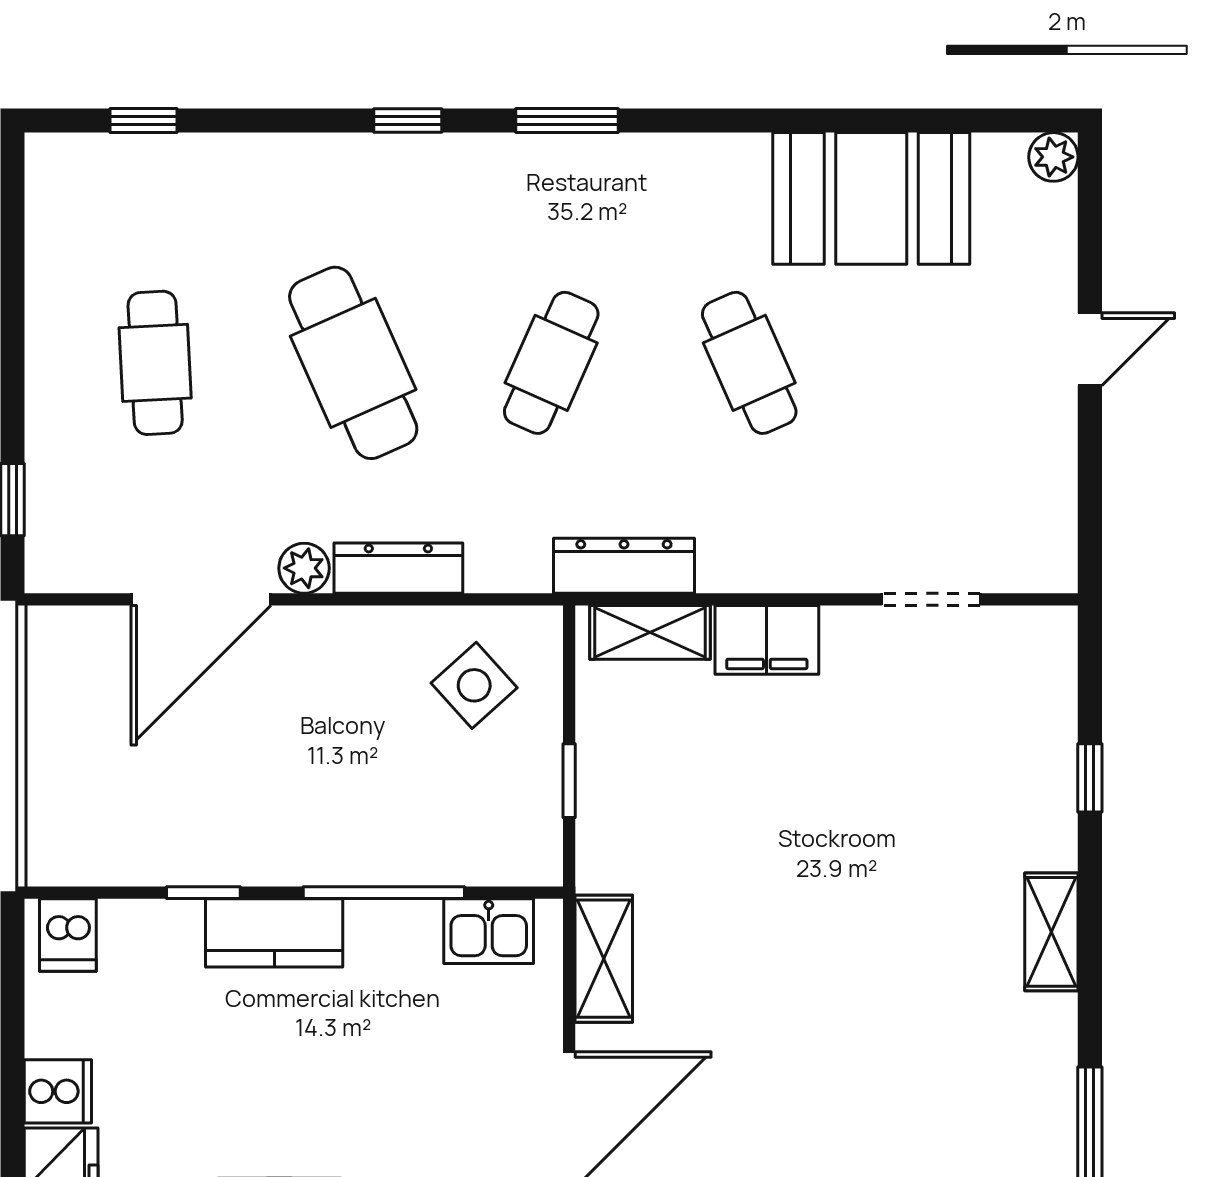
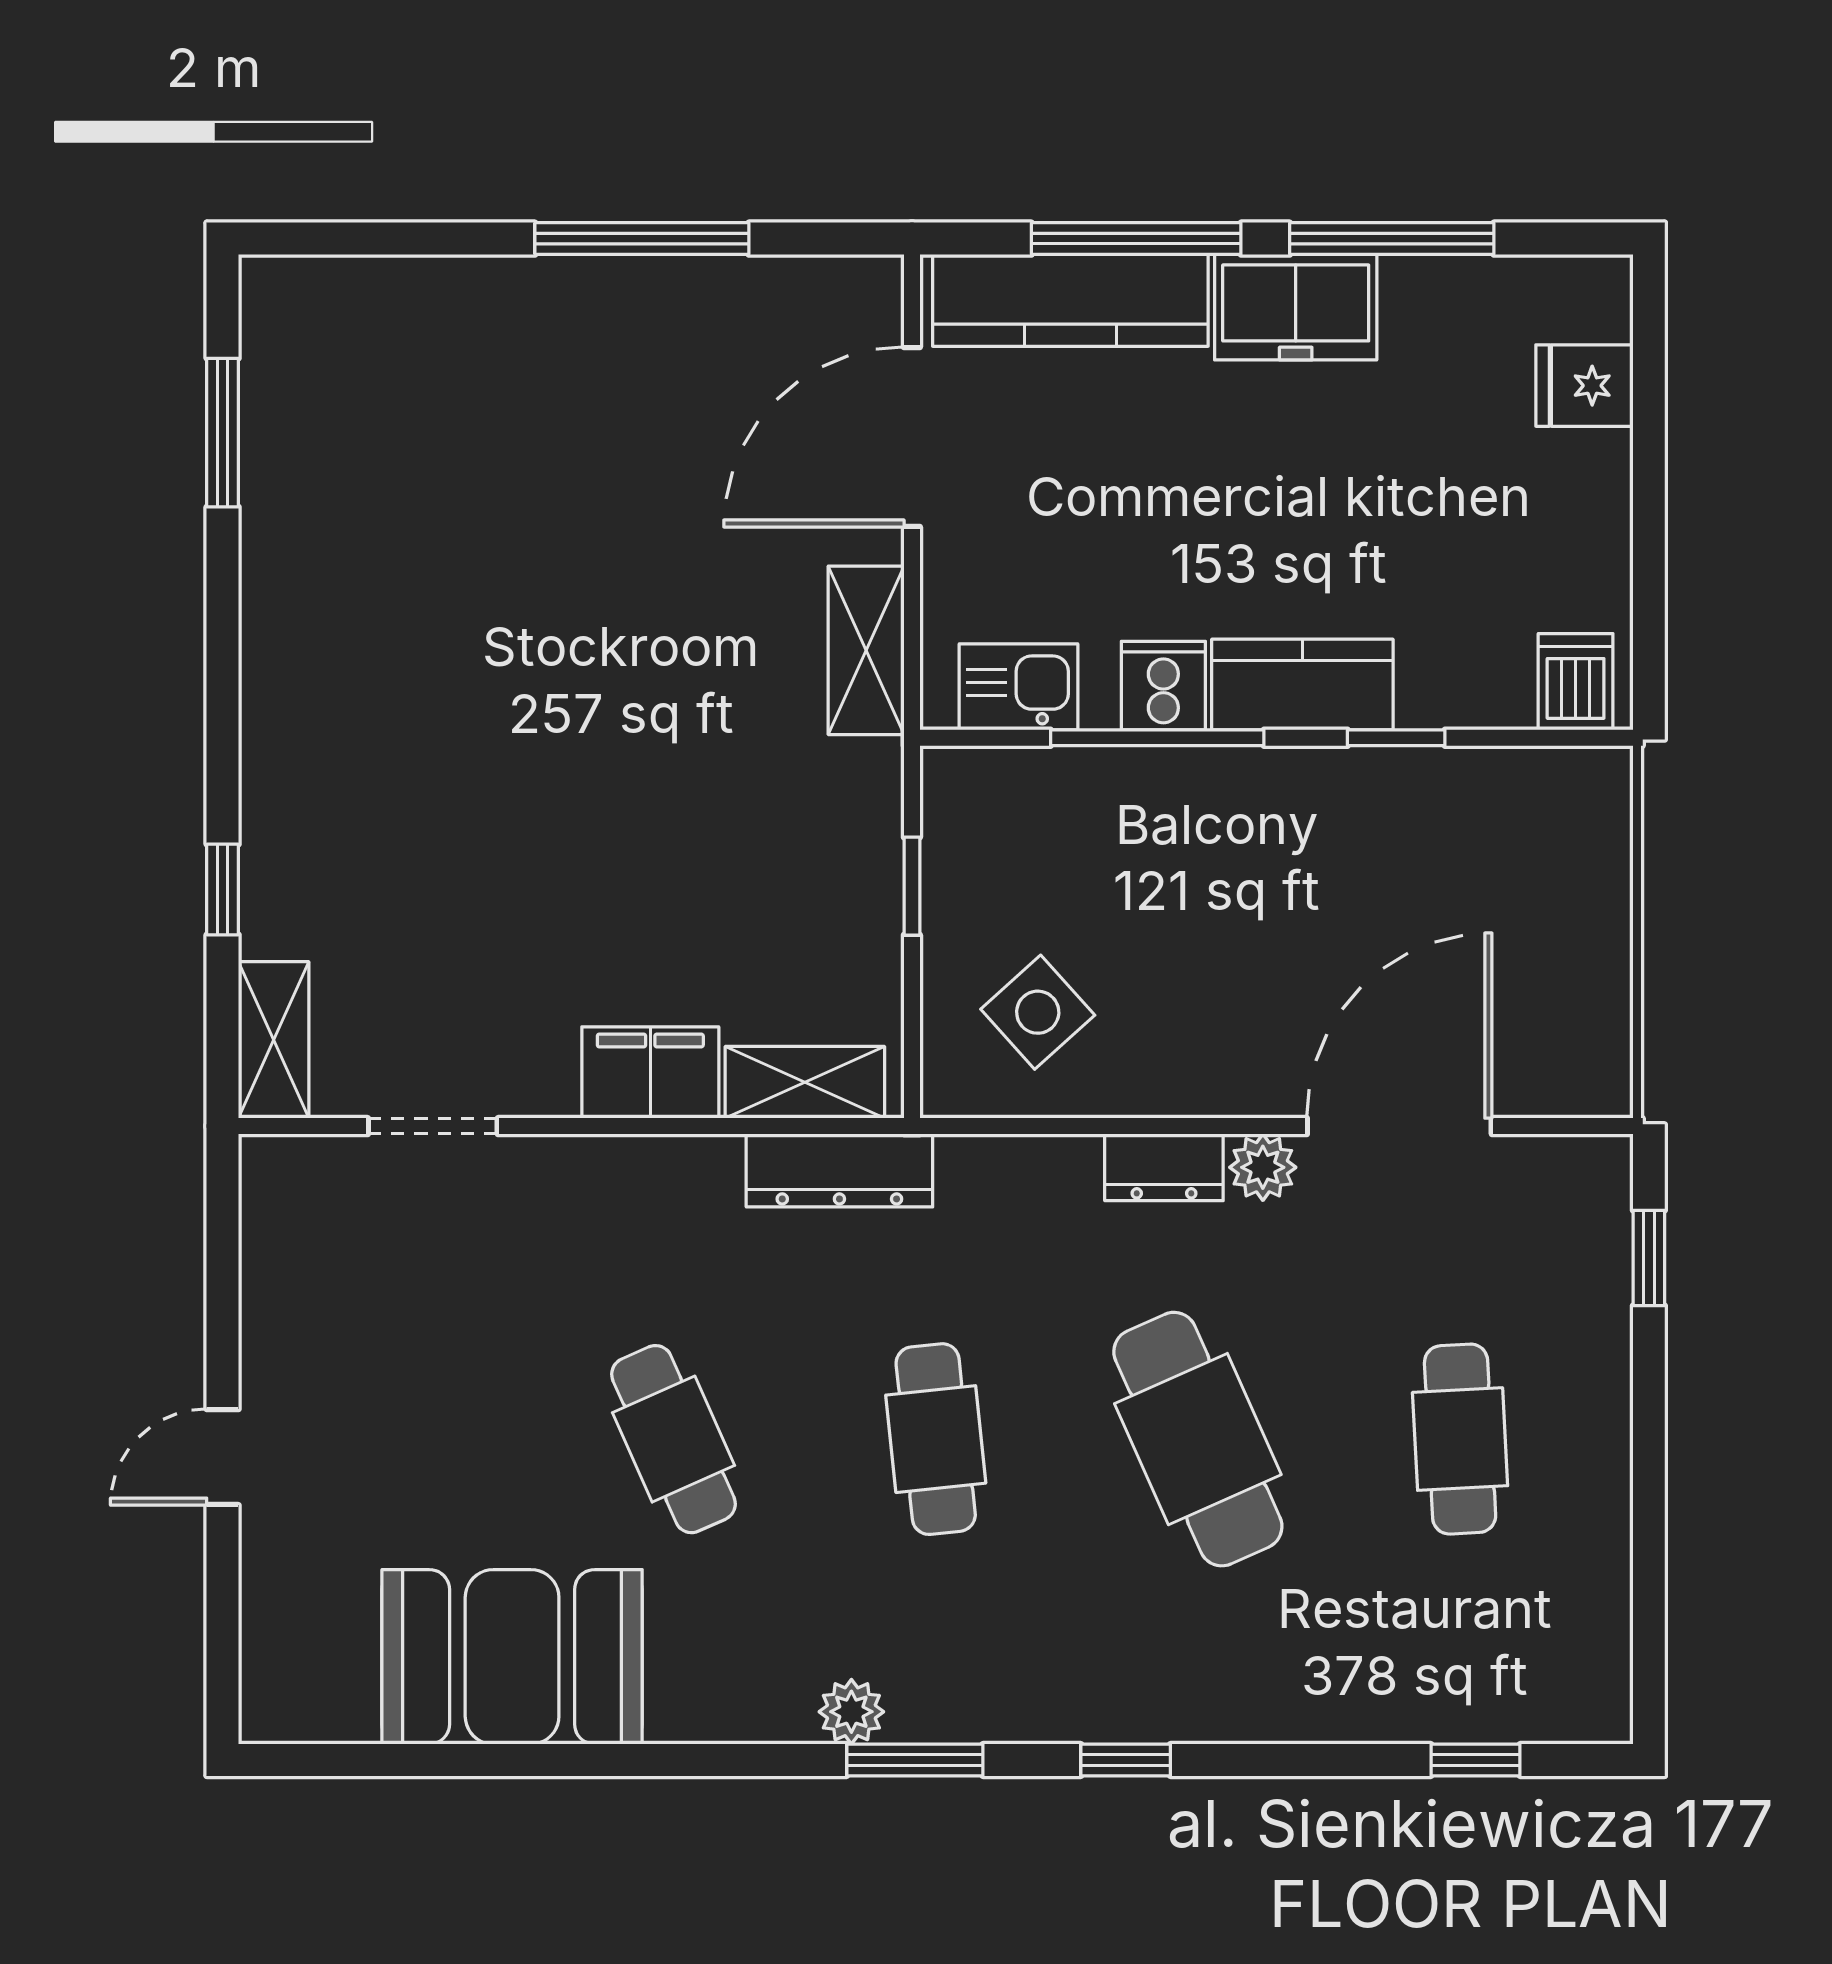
plant: (1053, 157) -> (851, 1712), moved
cafe table: (551, 363) -> (936, 1439), turned -30
dresser: (398, 568) -> (1164, 1167), width x0.70
shelving: (1051, 932) -> (274, 1040), moved
cooker: (58, 1091) -> (1163, 686), moved, turned 90

